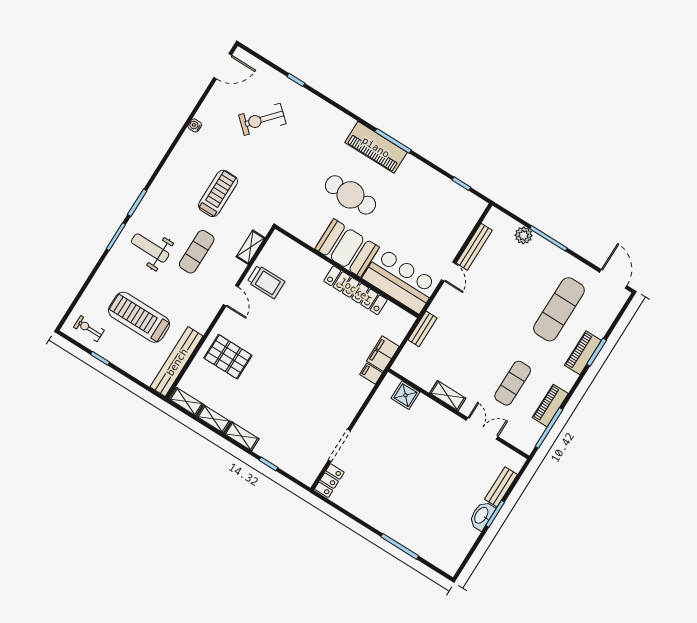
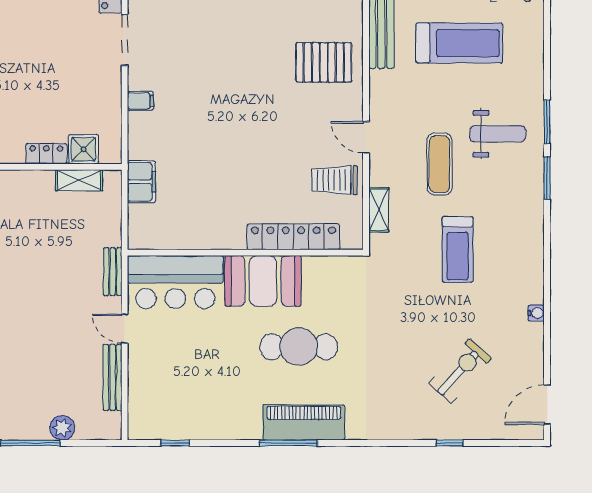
locker: (356, 290) -> (293, 237), moved
bench: (423, 329) -> (113, 272), moved
filing cabinet: (371, 374) -> (140, 101), moved
shelving: (448, 396) -> (79, 180), moved
locker: (430, 407) -> (46, 154), added

